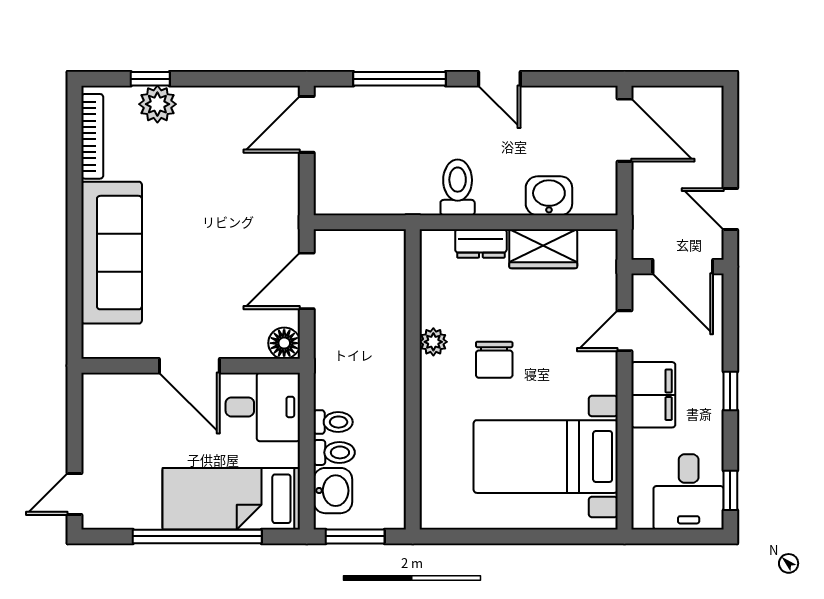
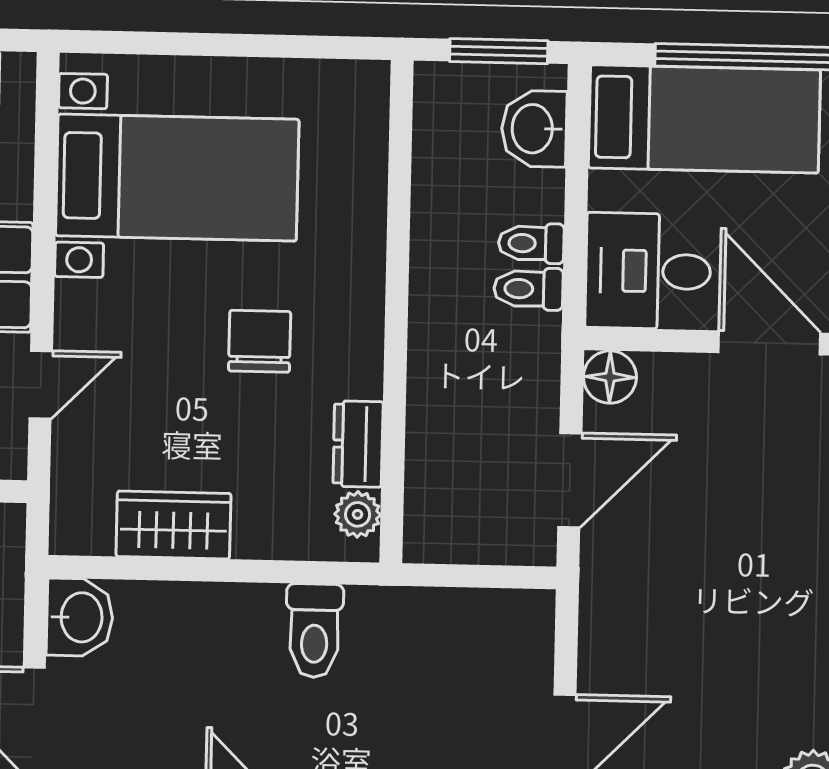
washbasin: (549, 196) -> (80, 617), moved, turned -90
dresser: (481, 243) -> (358, 444), moved, turned -90
plant: (433, 342) -> (358, 514), moved
toilet: (334, 452) -> (528, 289), moved

